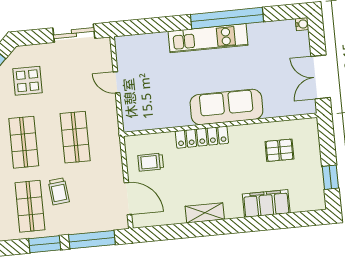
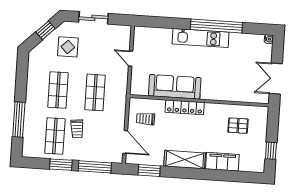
sliding door: (74, 33) -> (93, 18), moved
sofa: (226, 107) -> (175, 87), moved
shelving: (205, 213) -> (185, 160), width x1.50, depth x1.33
window: (167, 232) -> (149, 170), added

